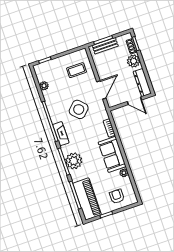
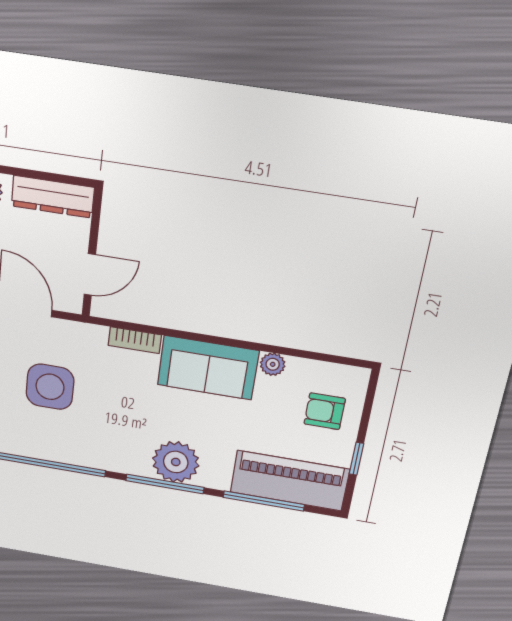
door: (134, 101) -> (90, 275), moved
side table: (79, 109) -> (50, 387), turned 45
fireplace: (61, 134) -> (91, 456), removed

